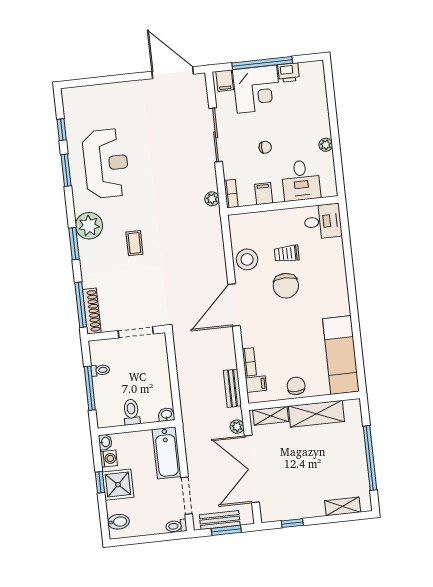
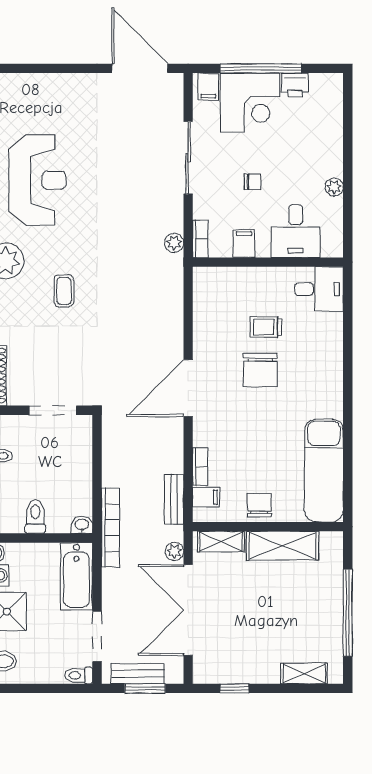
stool: (247, 259) -> (212, 329), removed
bookcase: (188, 414) -> (110, 527), added

